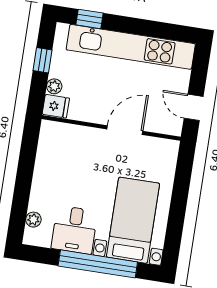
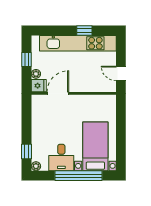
window: (90, 19) -> (84, 30), moved
door: (125, 130) -> (58, 93), moved
window: (19, 211) -> (27, 151), added
plant: (33, 220) -> (36, 166), moved

